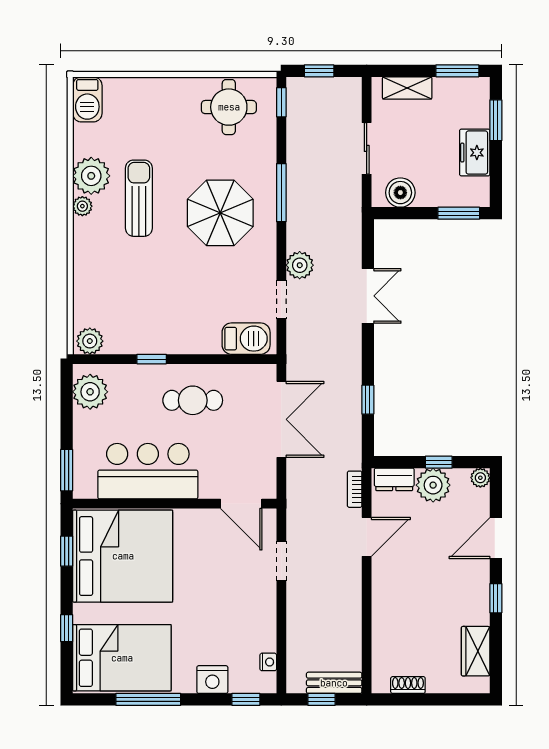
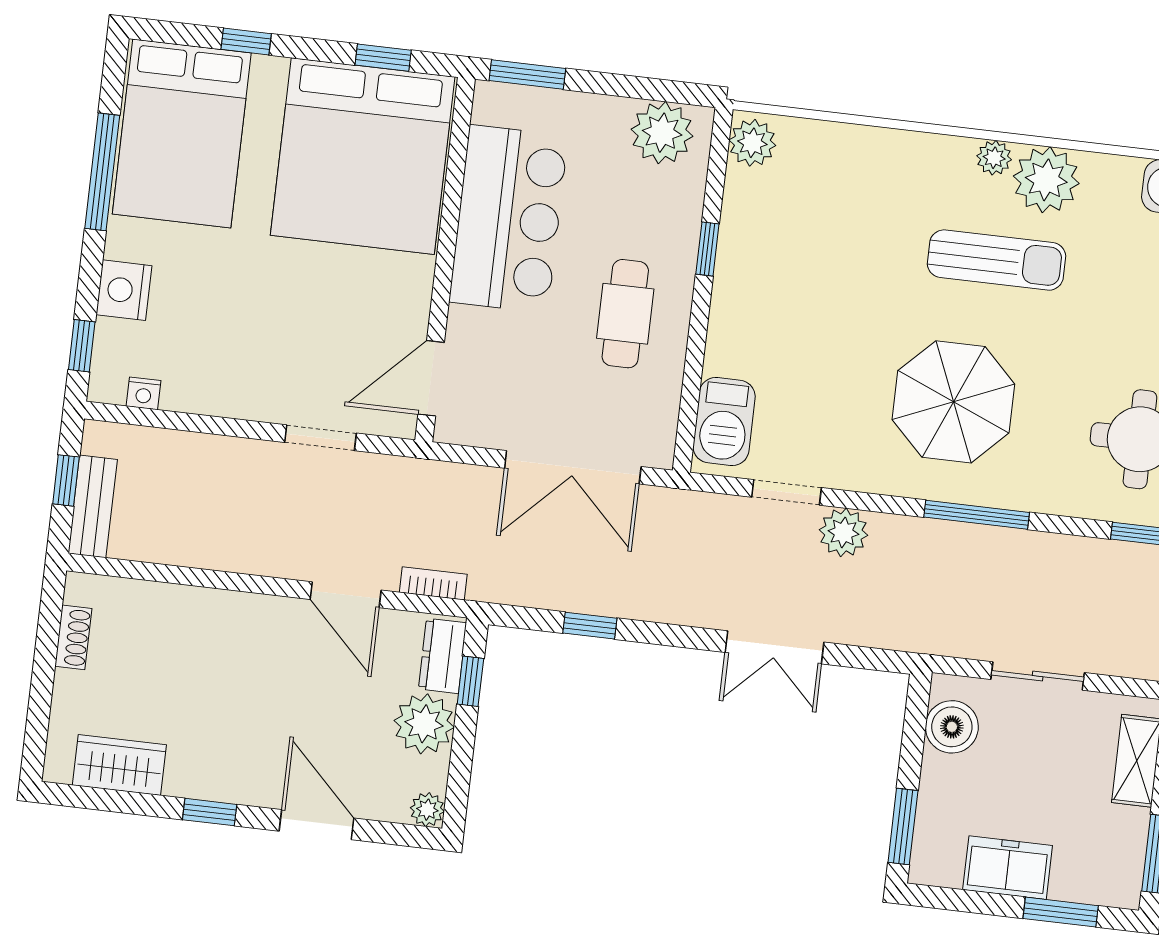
window: (439, 462) -> (470, 681), moved

